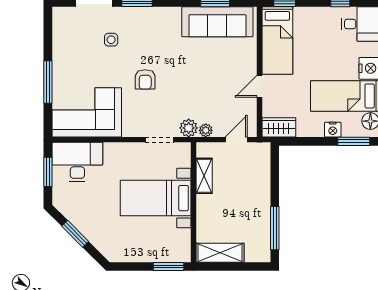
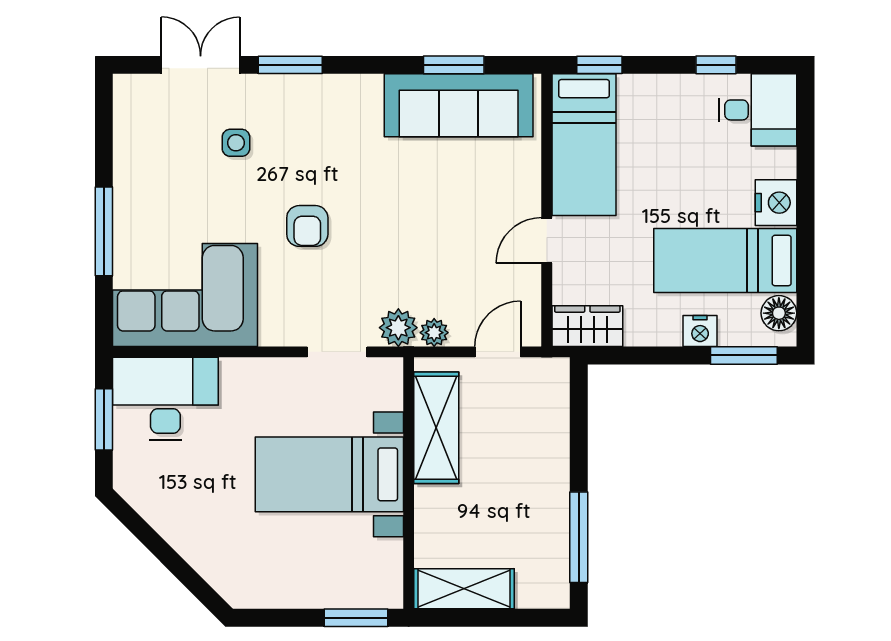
shelving: (204, 176) -> (436, 428), width x1.50, depth x1.33
window: (75, 234) -> (161, 549), removed

